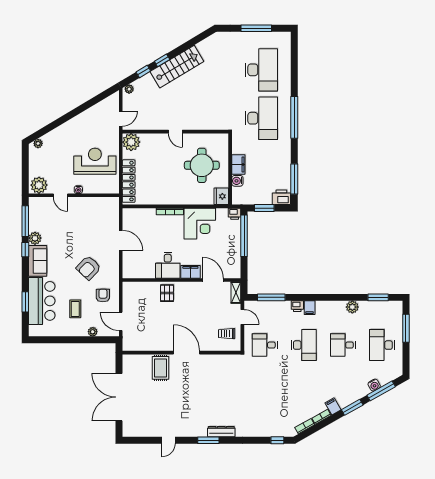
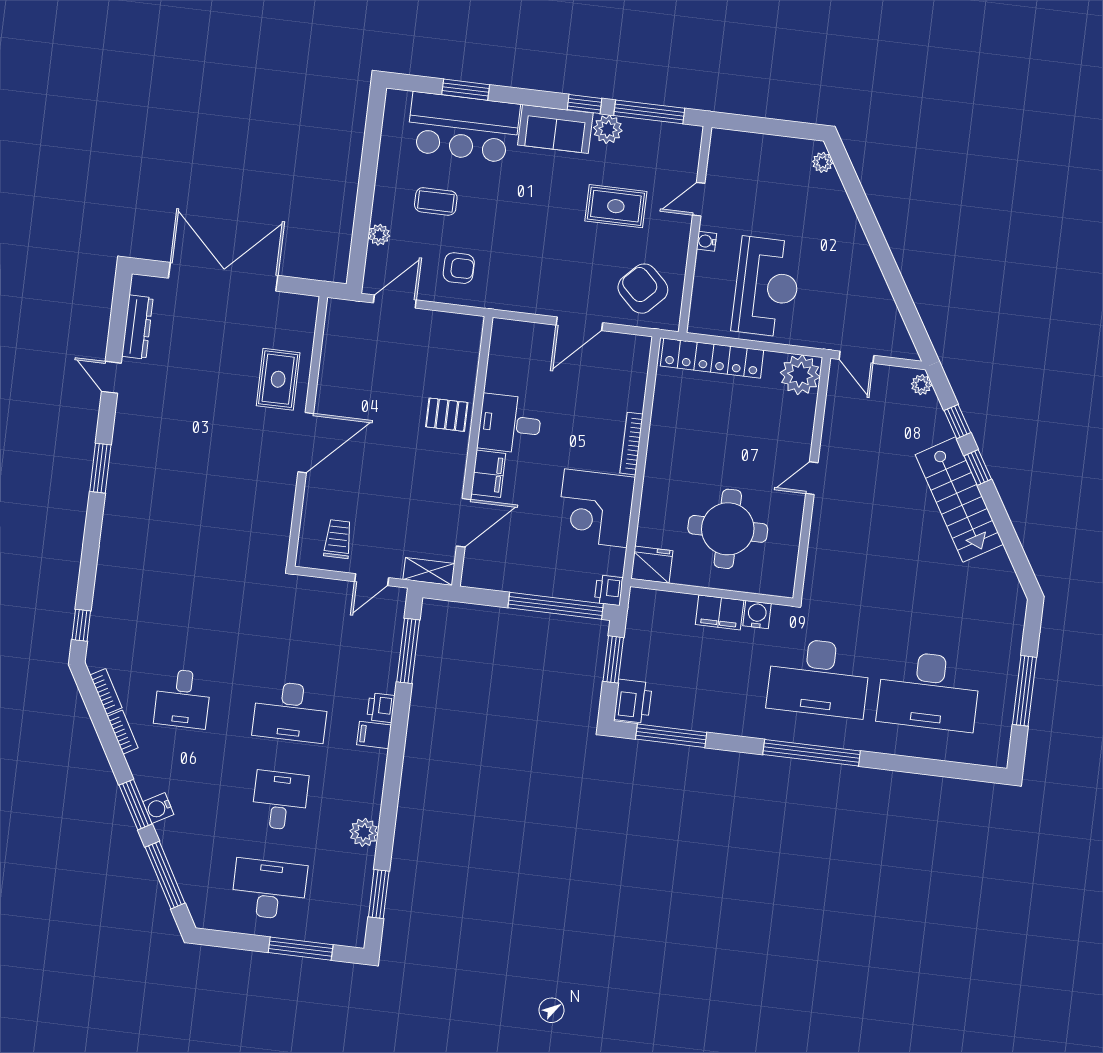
water cooler: (237, 181) -> (757, 615), moved
plant: (39, 185) -> (728, 153), removed
rug: (68, 231) -> (616, 206), added
armchair: (89, 268) -> (643, 289), moved
desk: (265, 345) -> (183, 699), moved, turned 180
rug: (160, 368) -> (278, 379), turned 90
water cooler: (374, 385) -> (158, 808), moved
filing cabinet: (333, 406) -> (143, 761), removed
dresser: (221, 432) -> (137, 327), moved

